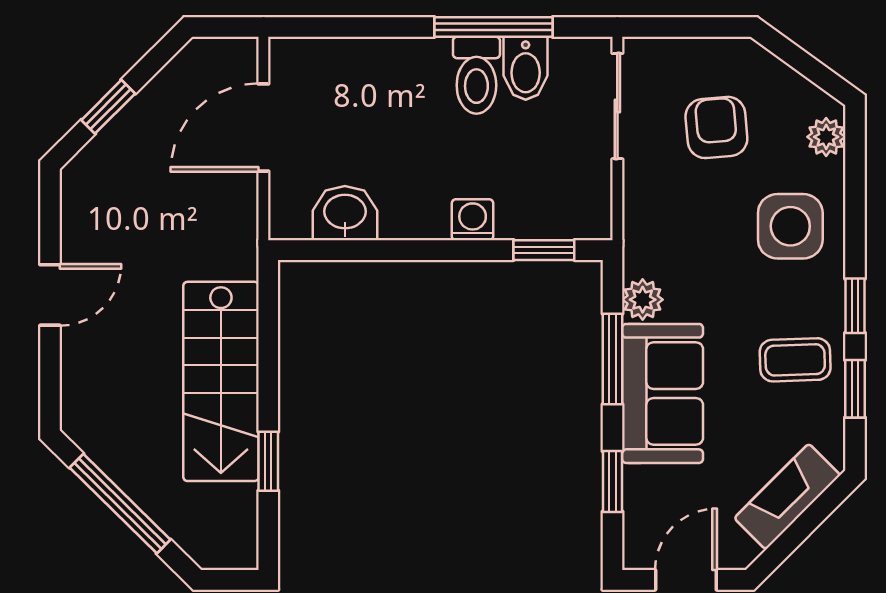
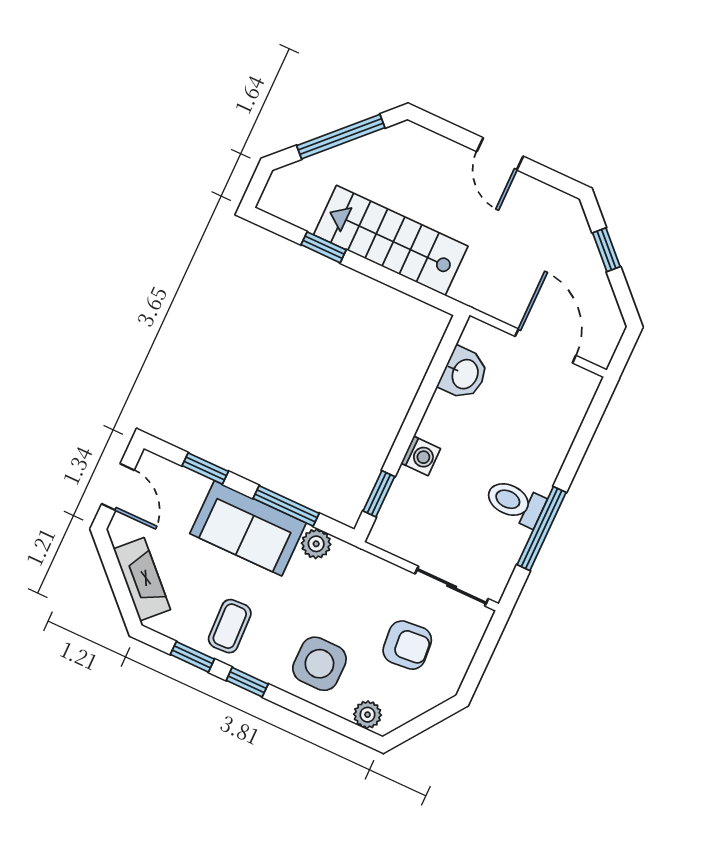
bidet: (526, 68) -> (505, 537), removed

